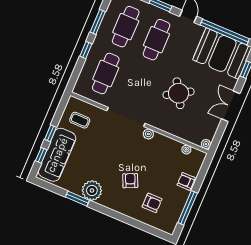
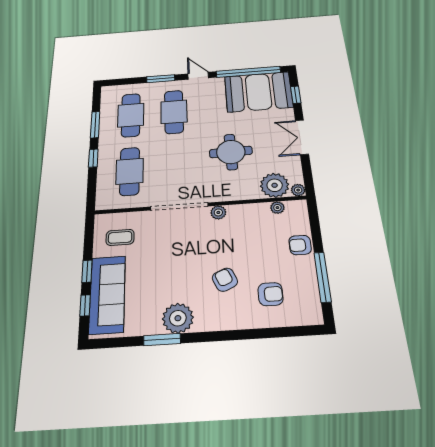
round table: (179, 93) -> (231, 152), turned 30
plant: (193, 133) -> (275, 185), added

